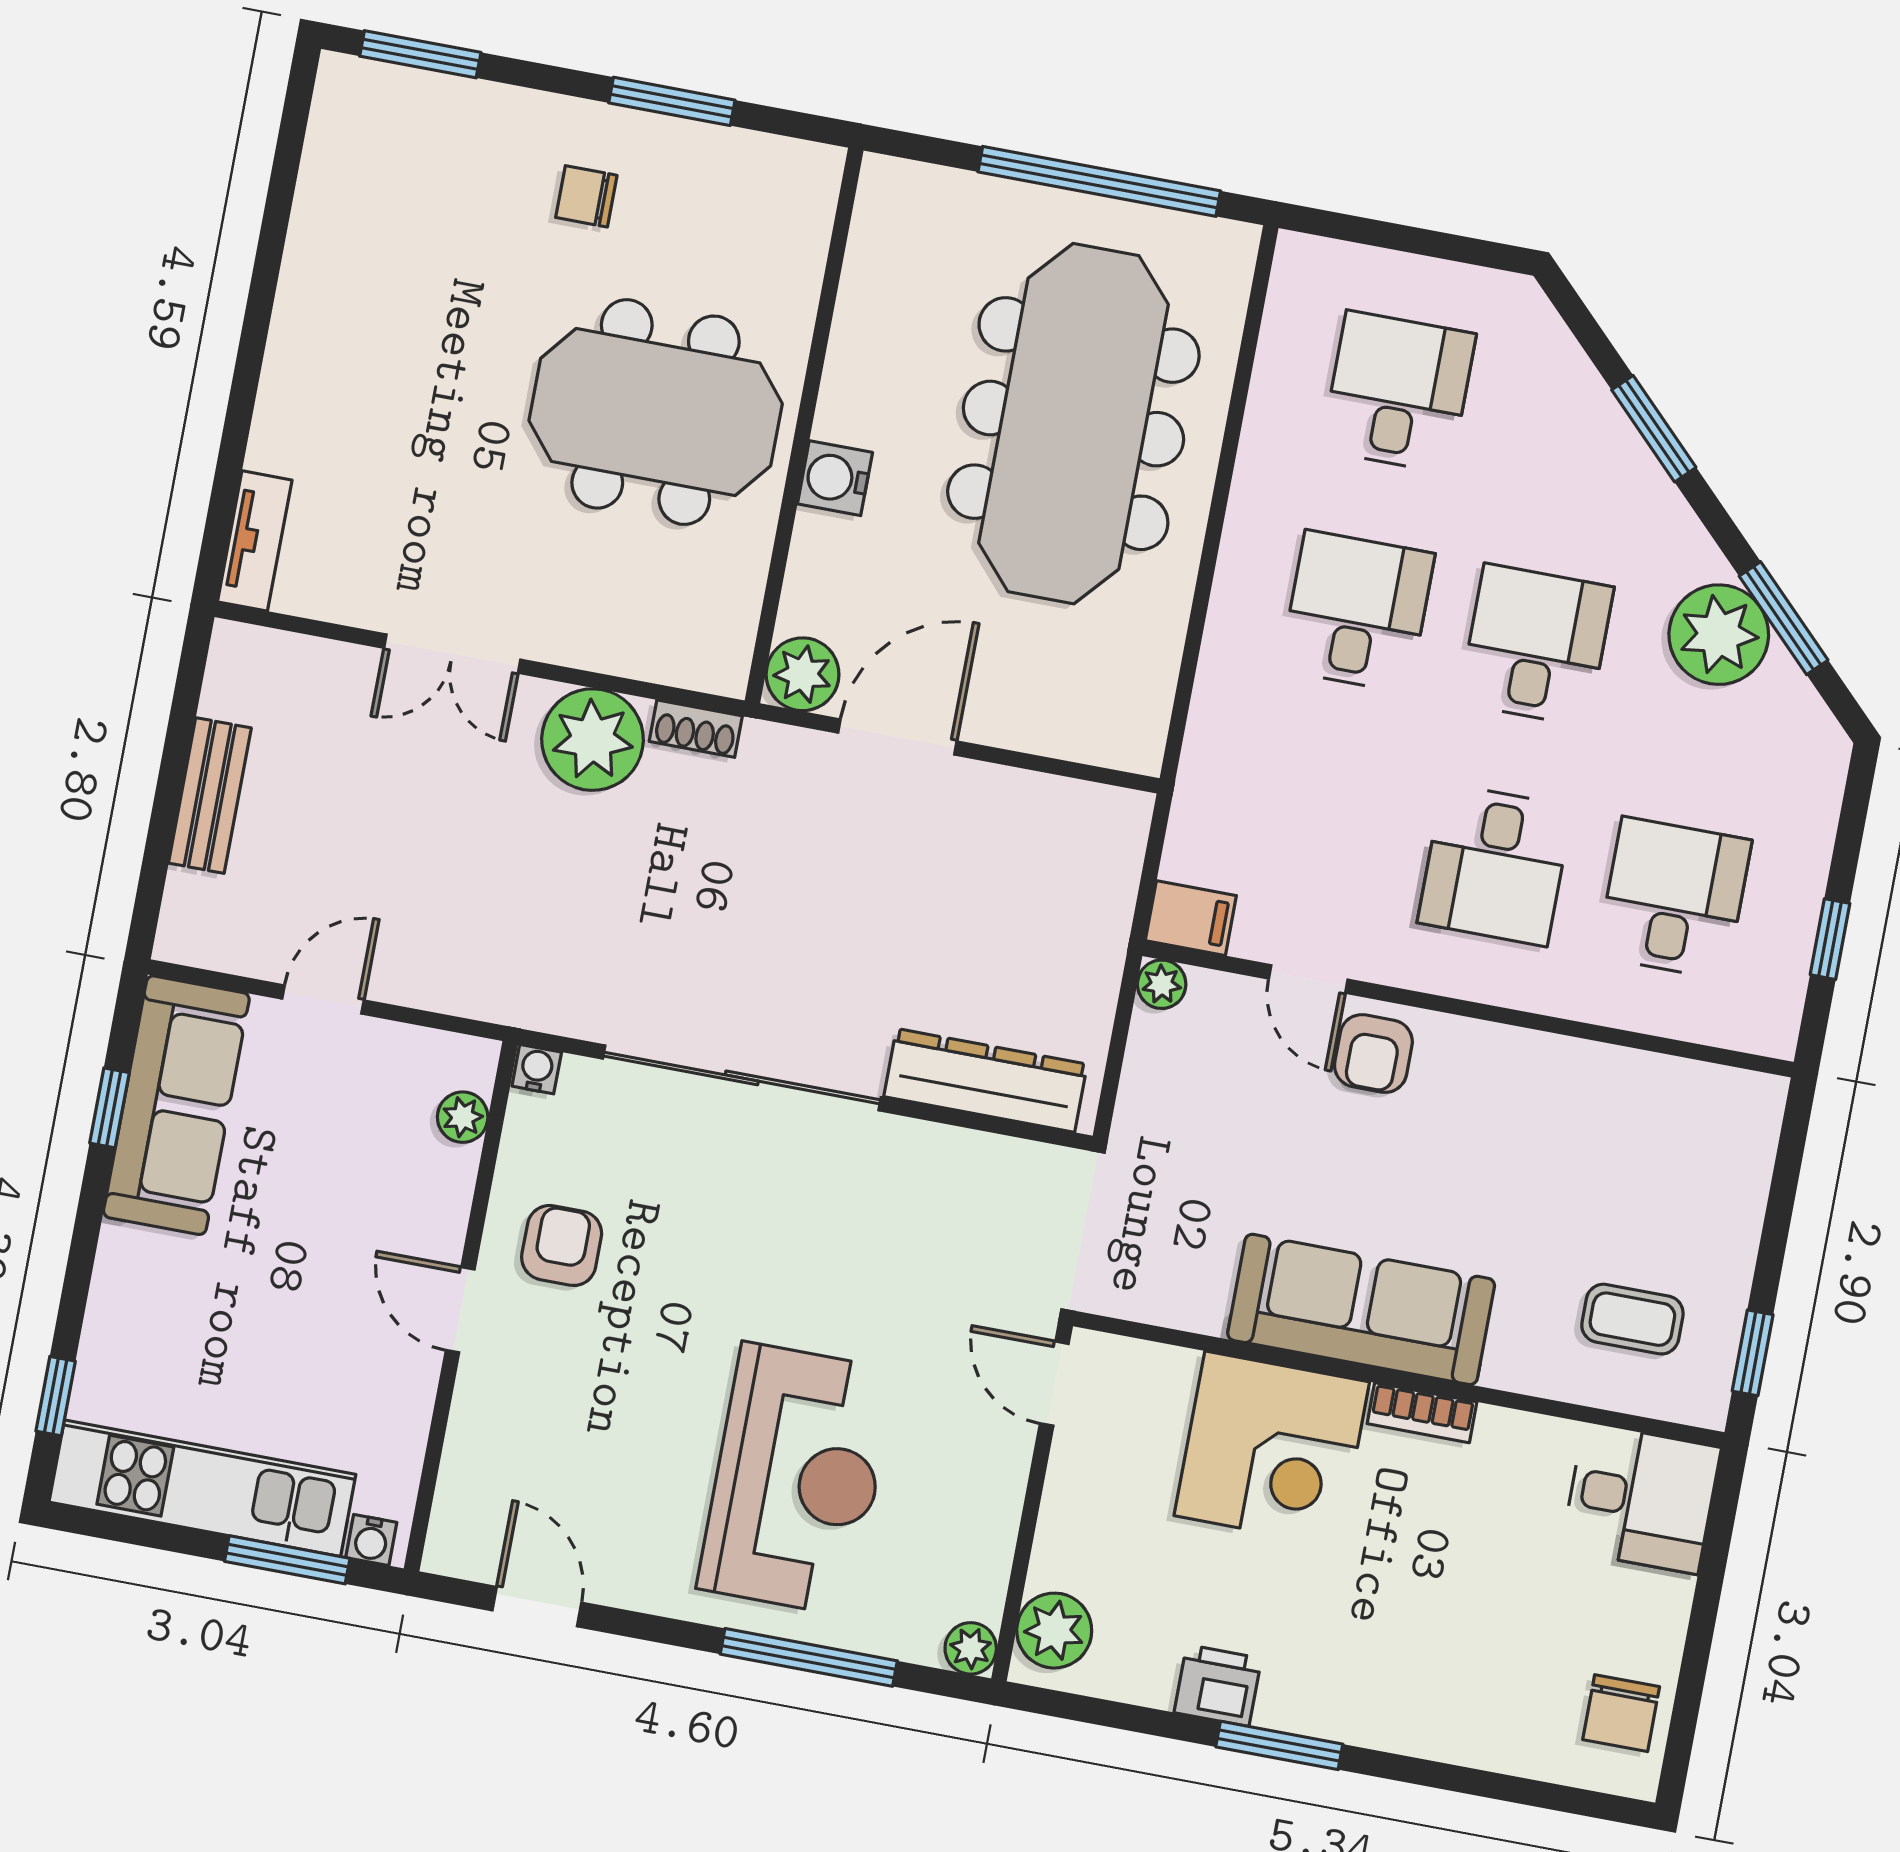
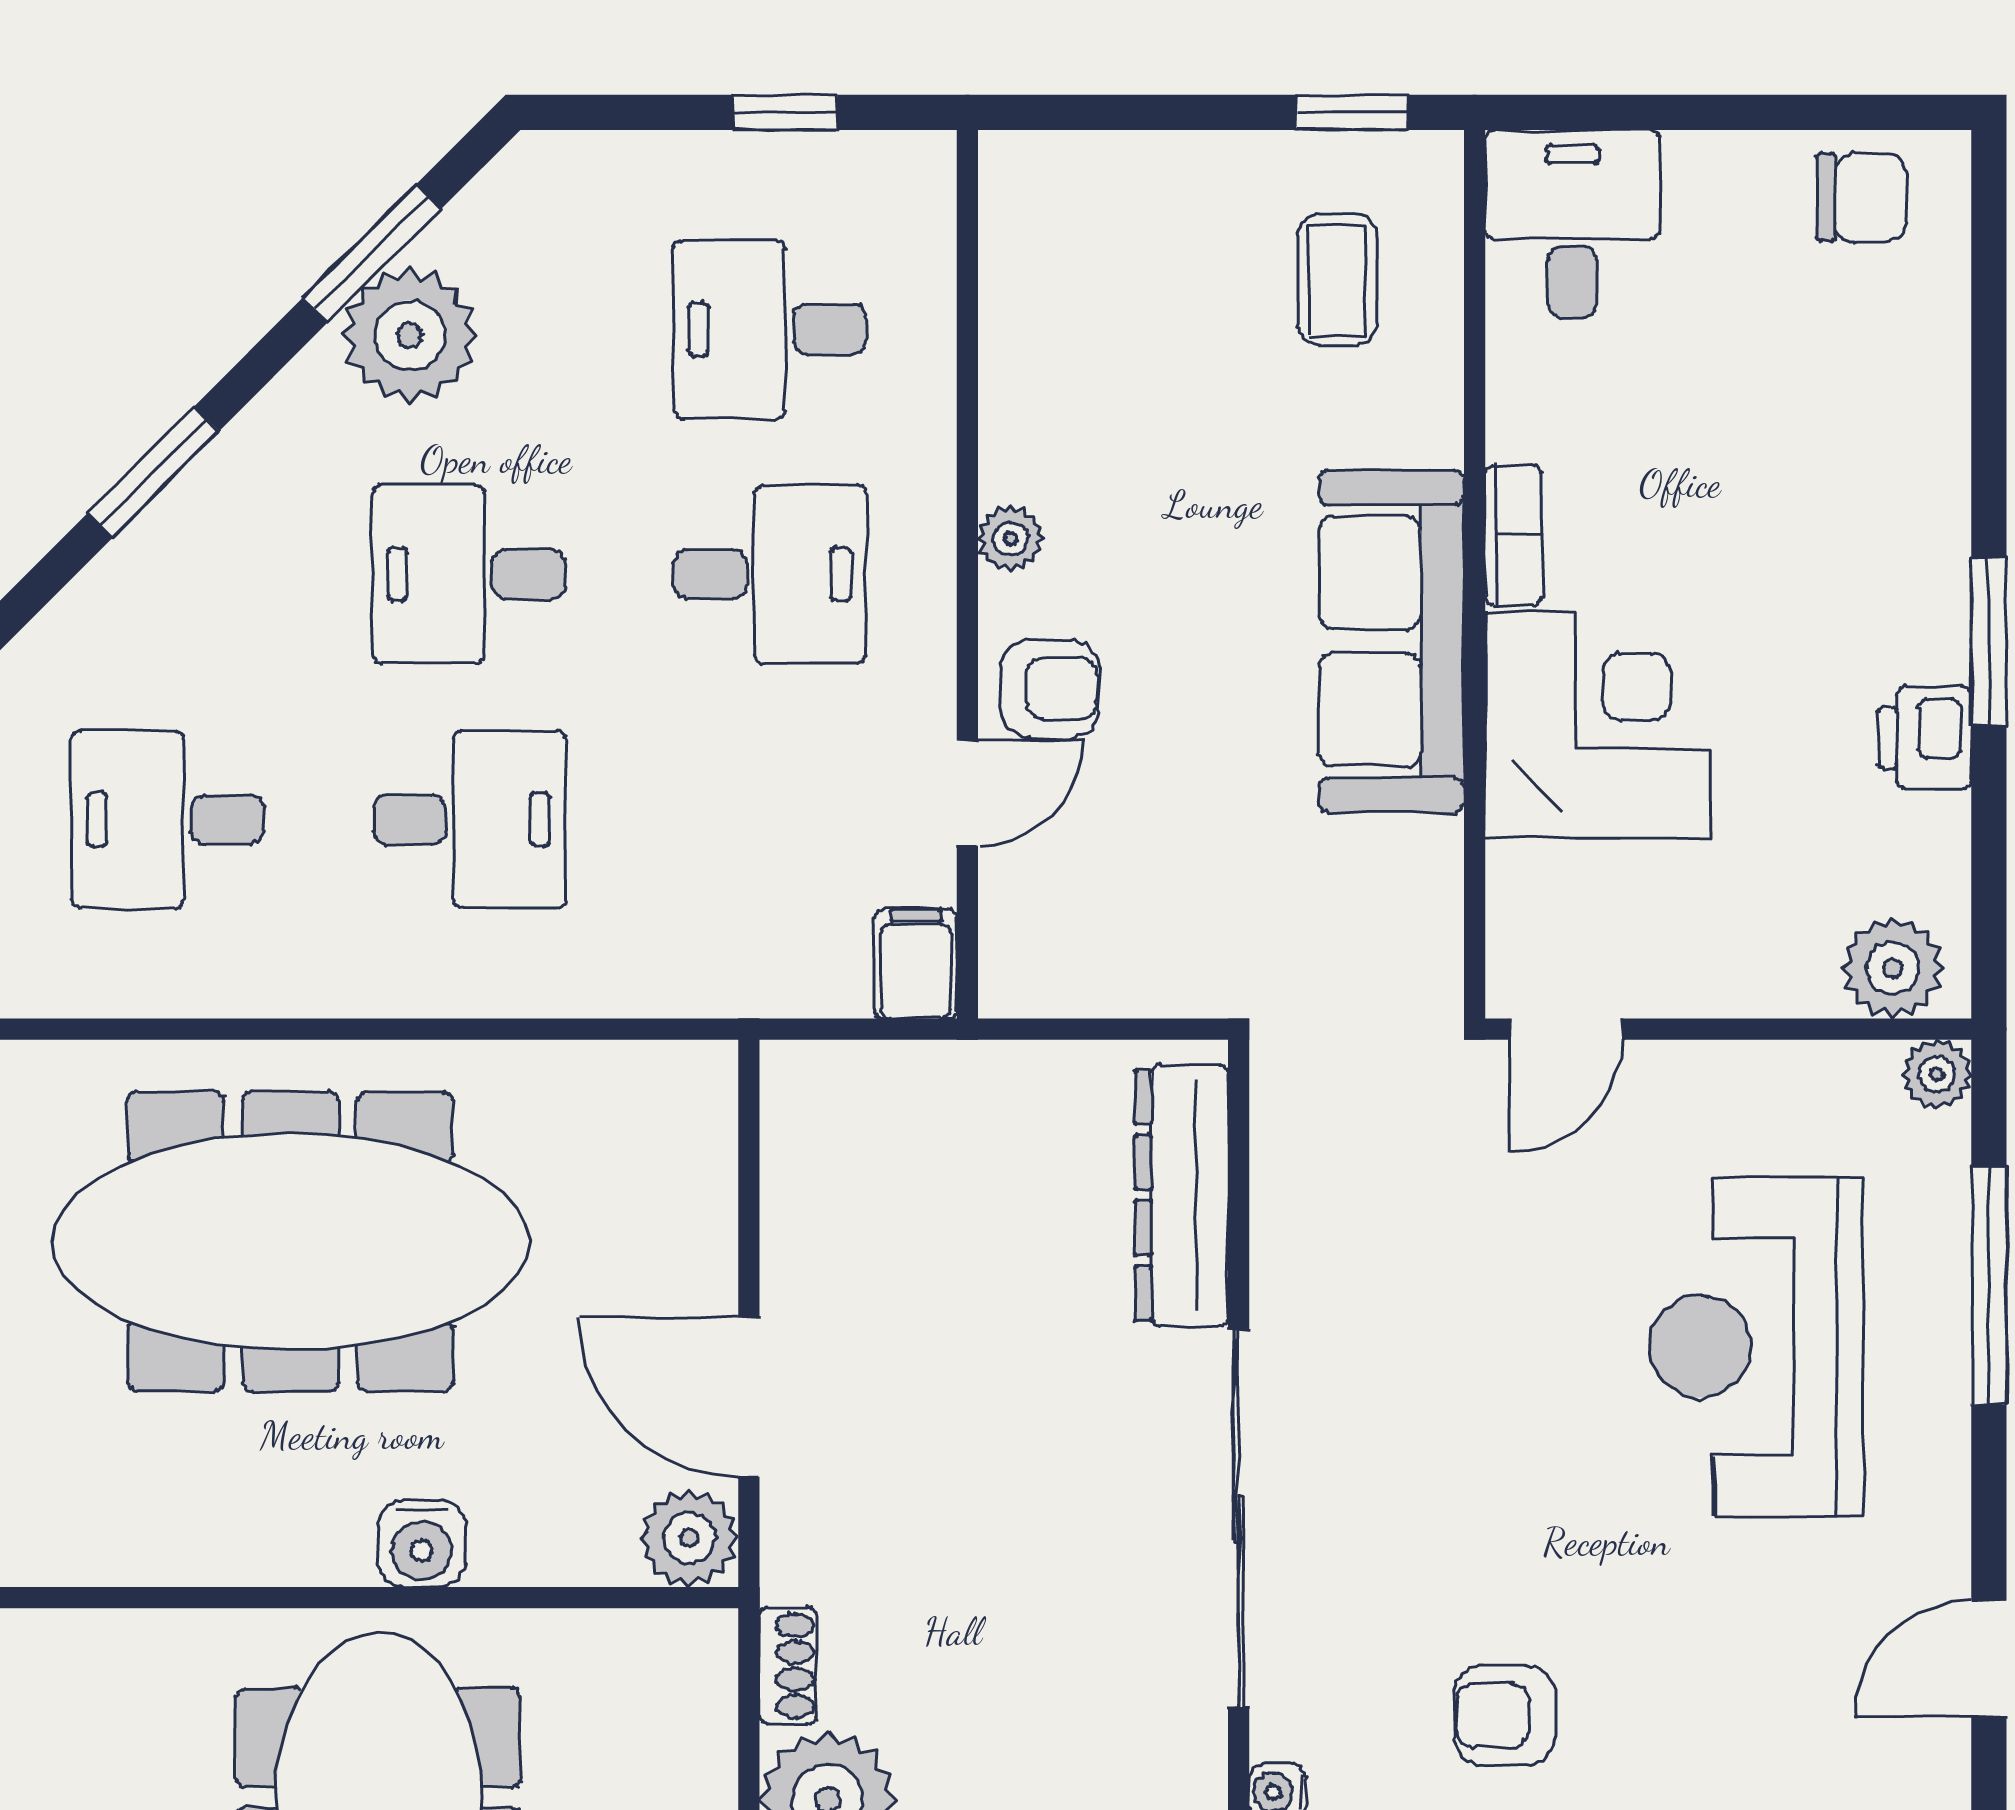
desk: (1357, 612) -> (469, 819), turned 180
plant: (1162, 984) -> (1011, 539), moved
reception desk: (797, 1479) -> (1756, 1346), turned -90

